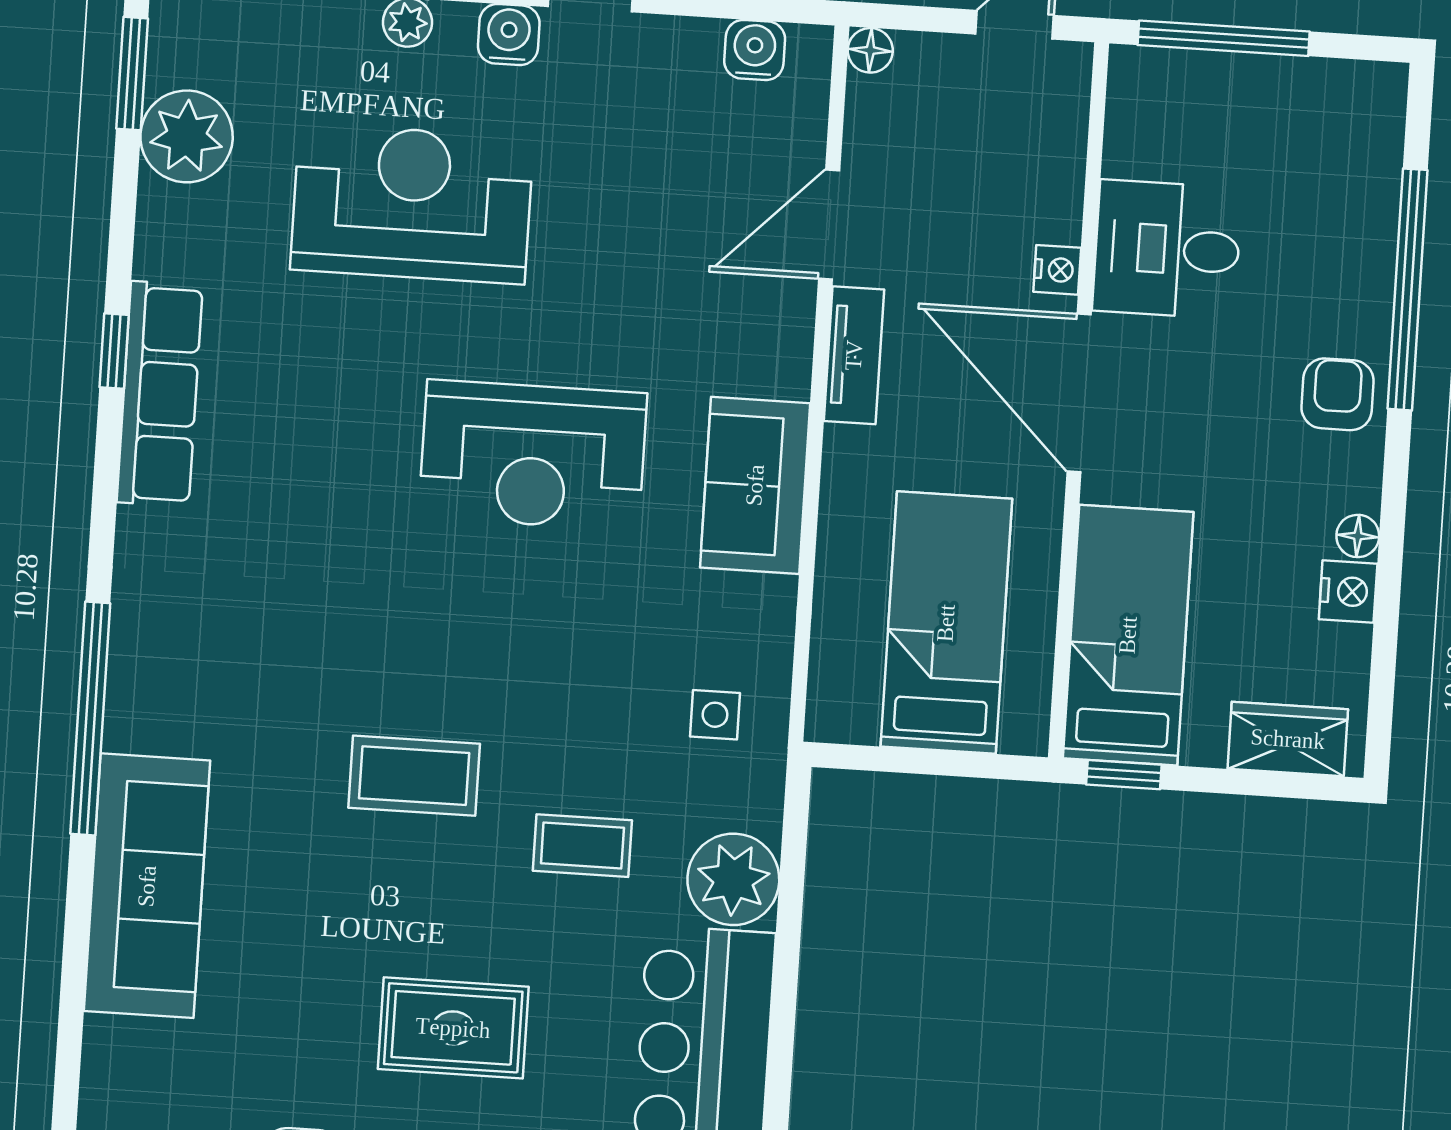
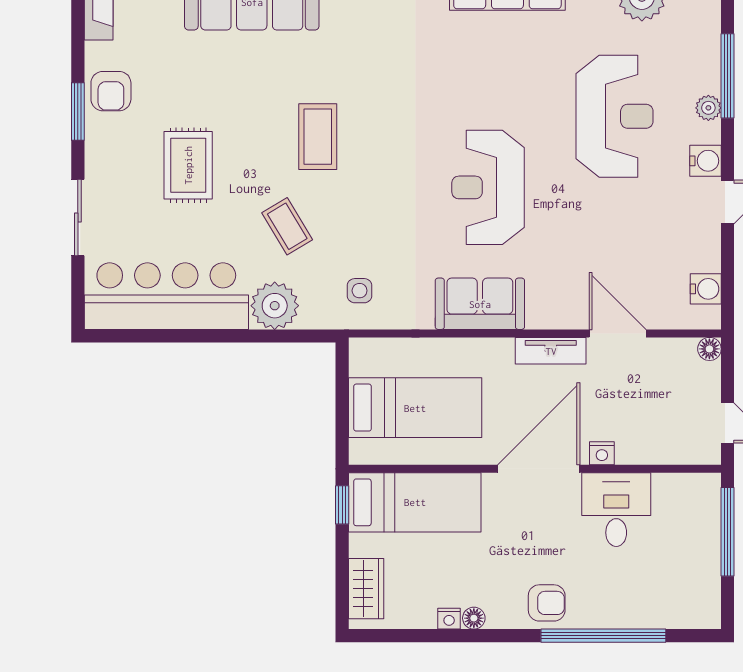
nightstand: (1348, 591) -> (449, 619), width x0.72, depth x0.74
coffee table: (582, 846) -> (287, 226), turned -31

